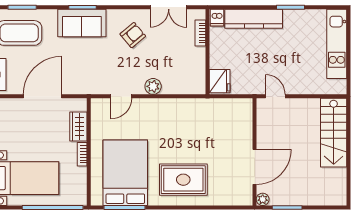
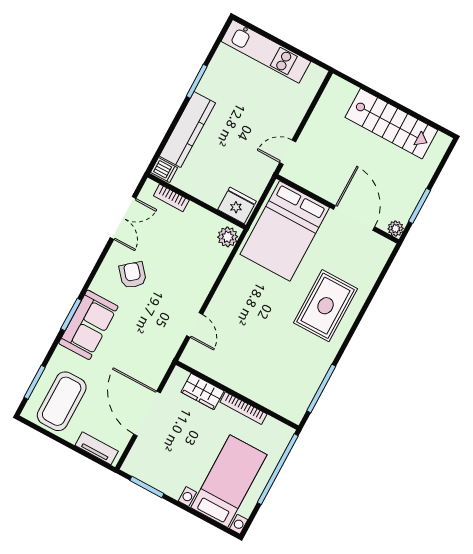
plant: (153, 86) -> (228, 237), moved
stairs: (334, 133) -> (391, 124), moved
bookcase: (82, 154) -> (243, 408), width x1.56
bed: (125, 173) -> (285, 231), moved, turned -90

